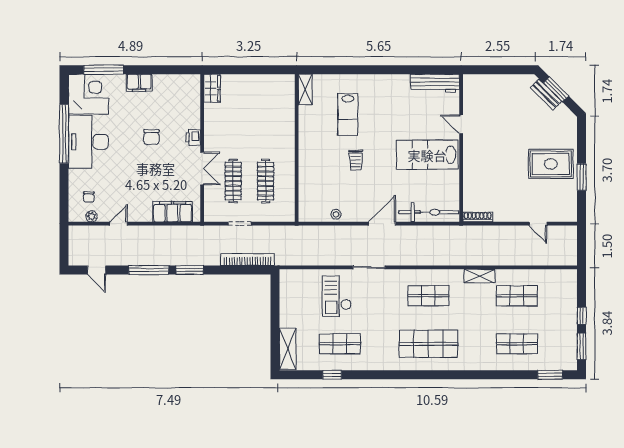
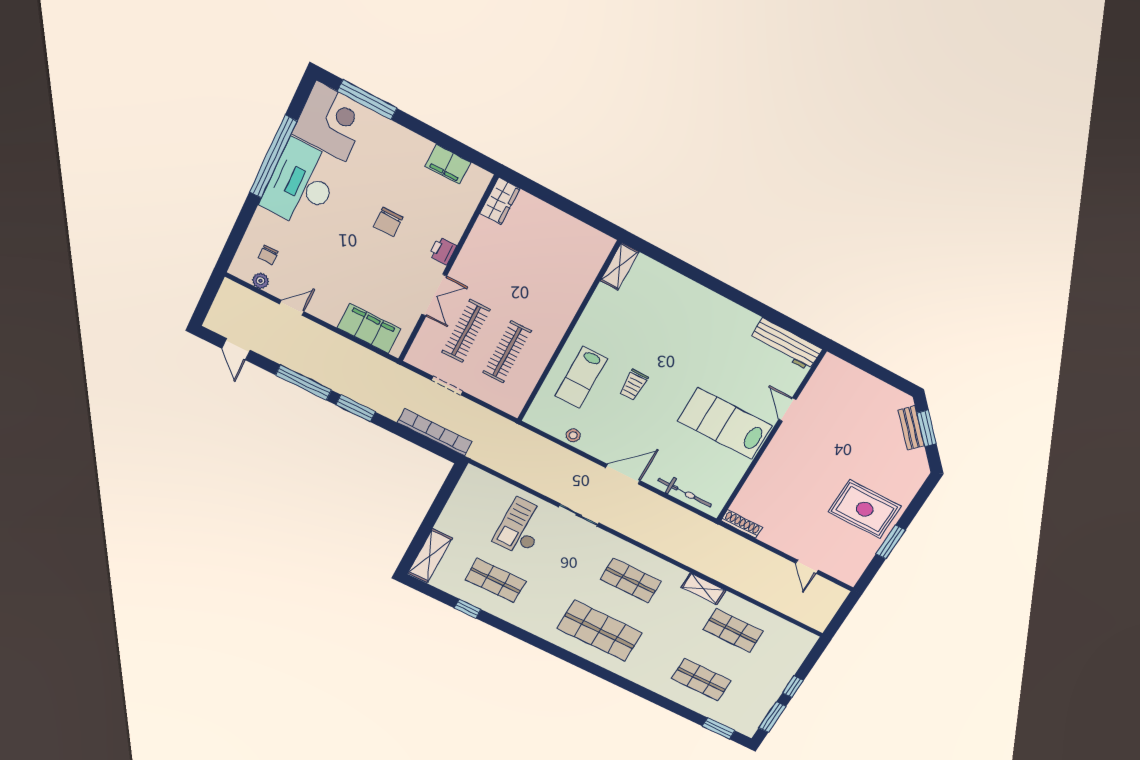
filing cabinet: (139, 83) -> (448, 164), moved
lab bench: (348, 115) -> (581, 377), moved
bicycle: (429, 212) -> (685, 493), width x0.73, depth x0.71

